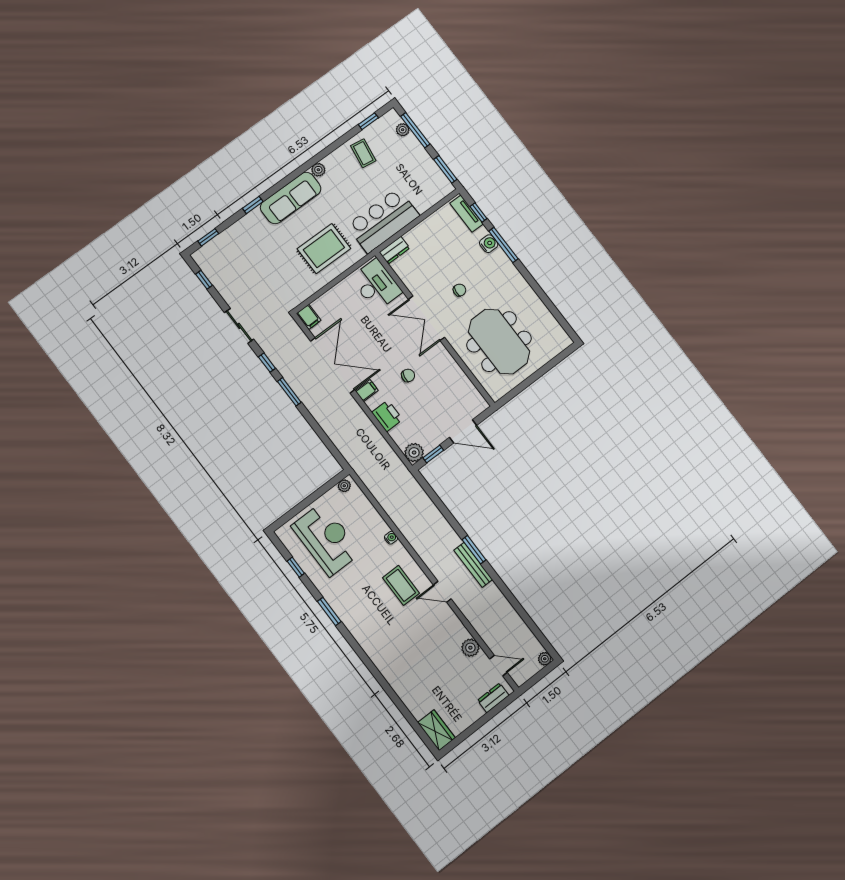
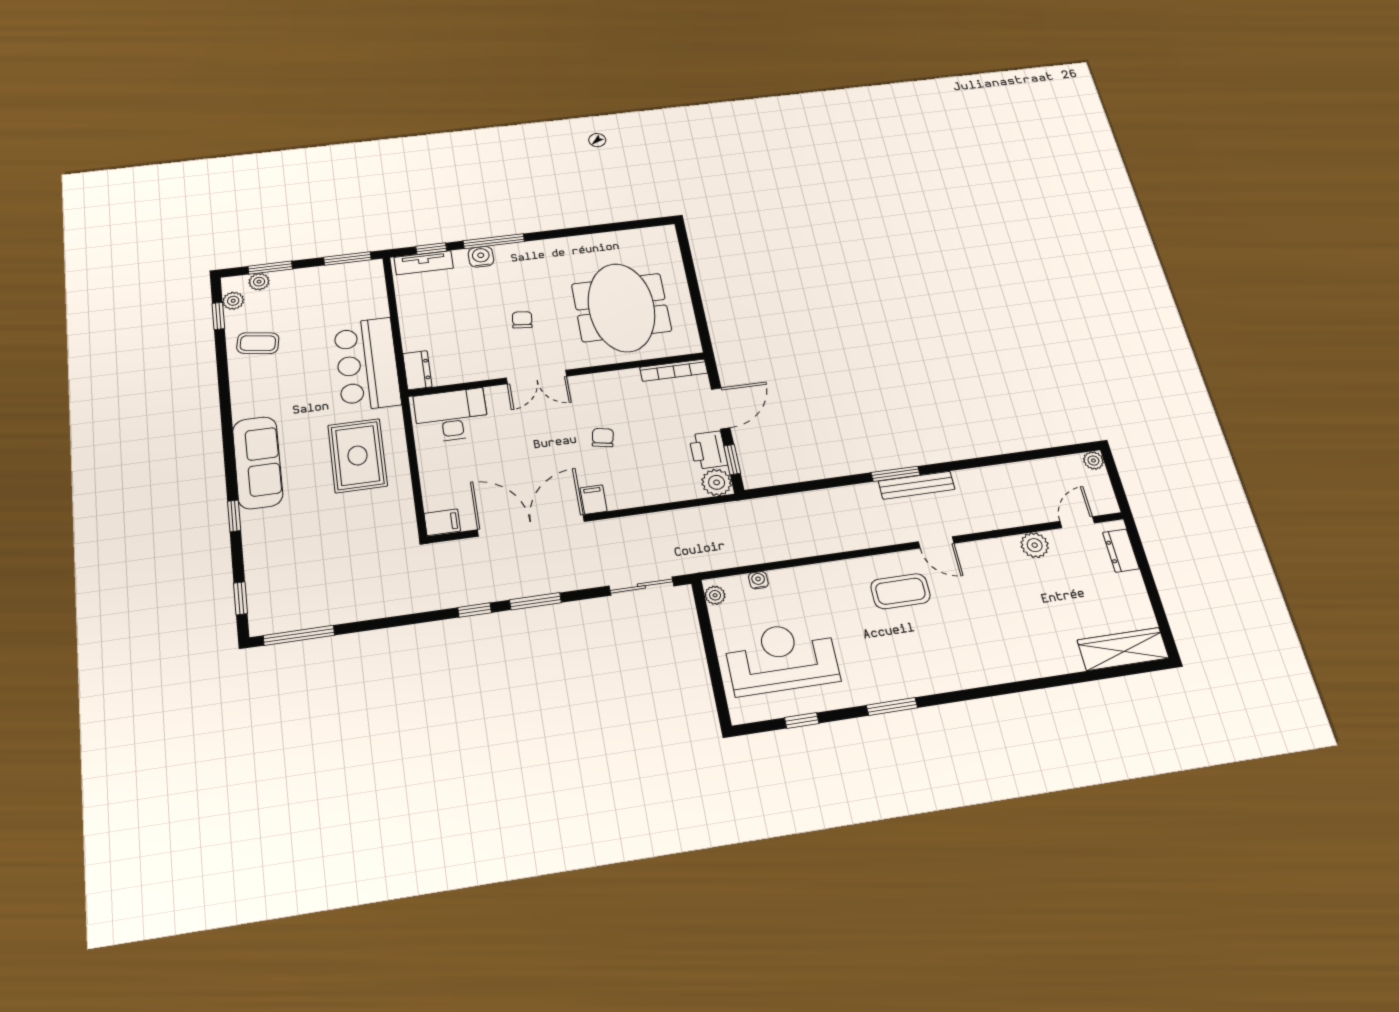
window: (415, 130) -> (270, 268), width x0.69
plant: (318, 170) -> (233, 301), moved
window: (204, 280) -> (299, 635), width x2.17
double door: (427, 318) -> (536, 377), width x0.73
sliding door: (239, 326) -> (641, 586), moved
meeting table: (499, 342) -> (621, 307), turned 90
bookcase: (474, 393) -> (674, 370), added
printer: (387, 416) -> (708, 450), moved, turned -90
water cooler: (391, 538) -> (758, 580), moved
door: (442, 592) -> (936, 542), hinge flipped
wardrobe: (436, 730) -> (1123, 649), width x1.50

